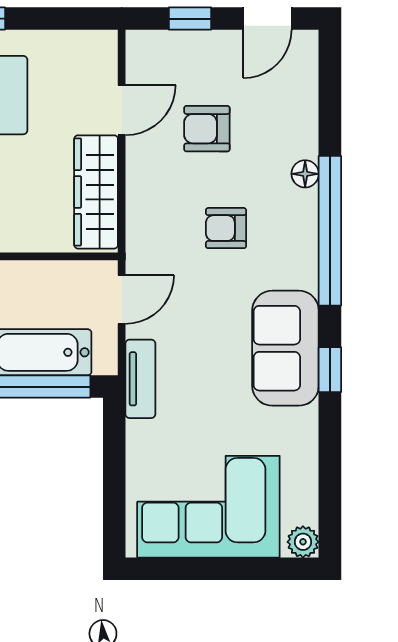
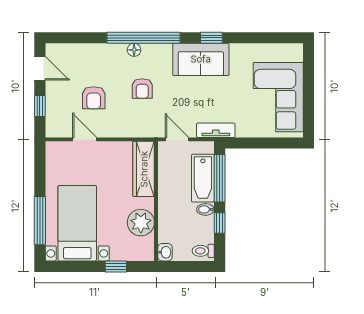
floor lamp: (305, 174) -> (134, 50), moved
wardrobe: (96, 192) -> (144, 169), moved, turned 90
plant: (303, 542) -> (295, 51), removed

